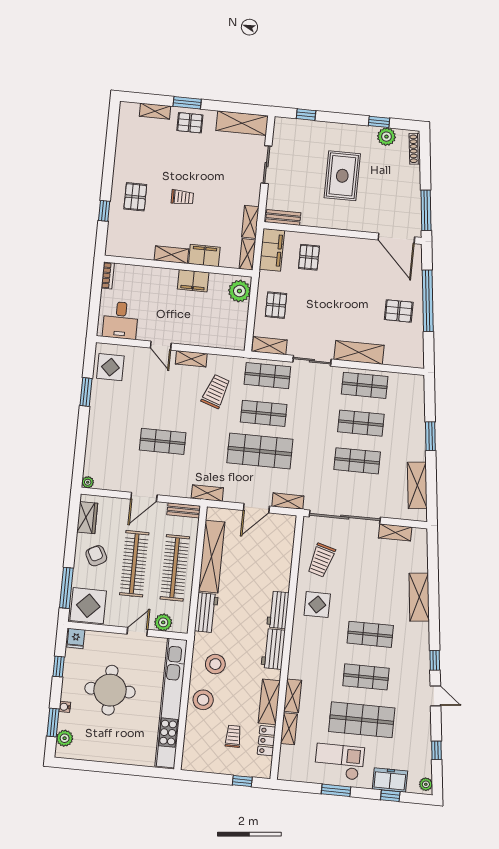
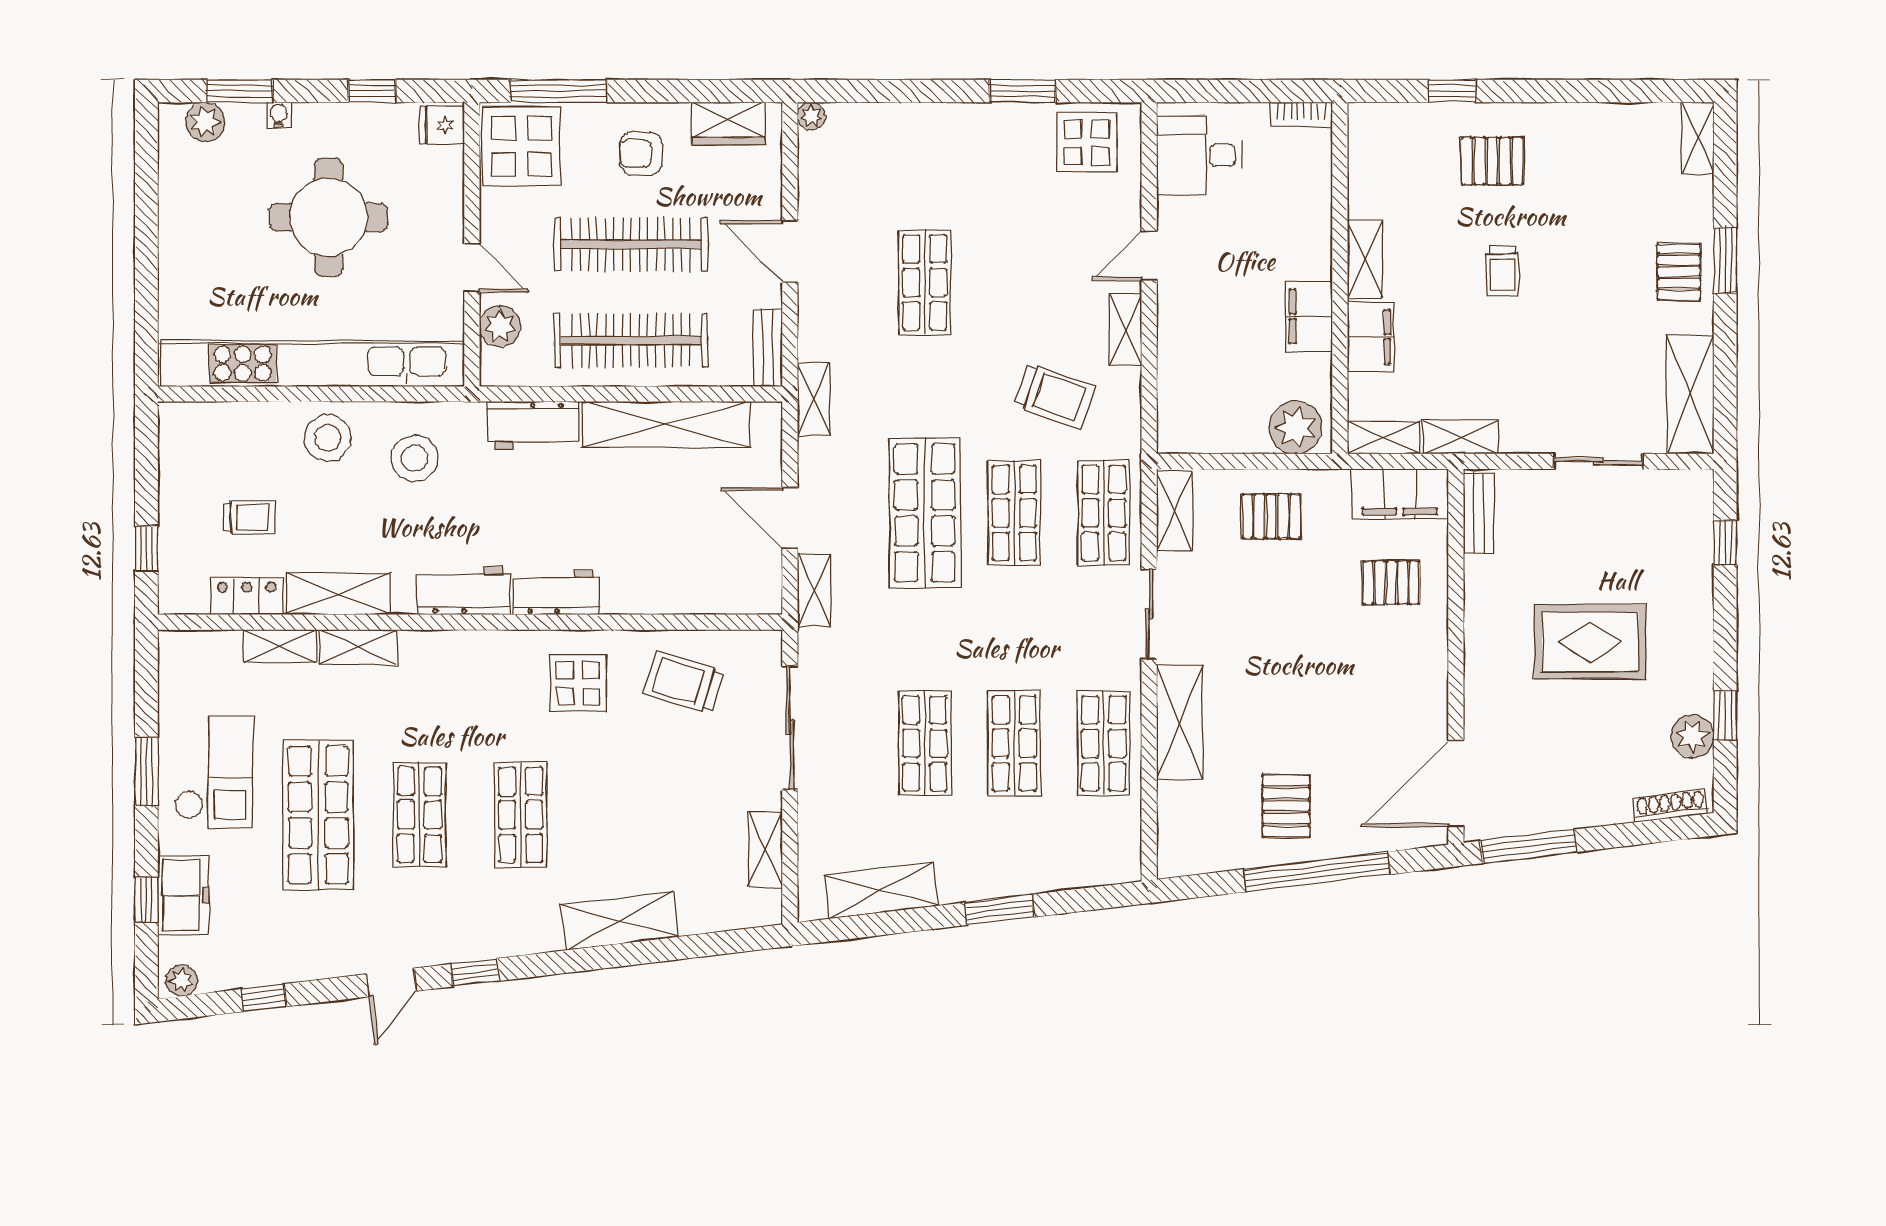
shelving: (155, 111) -> (1698, 138), moved
sliding door: (345, 517) -> (790, 728), width x0.73
armchair: (96, 556) -> (641, 154), turned -152

